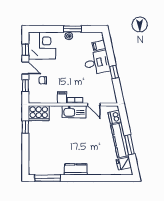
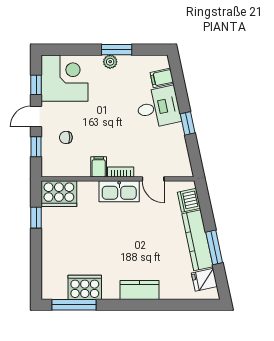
door: (25, 68) -> (36, 116), swing flipped
cooker: (54, 168) -> (85, 287), added
kitchen counter: (76, 169) -> (140, 290), moved

